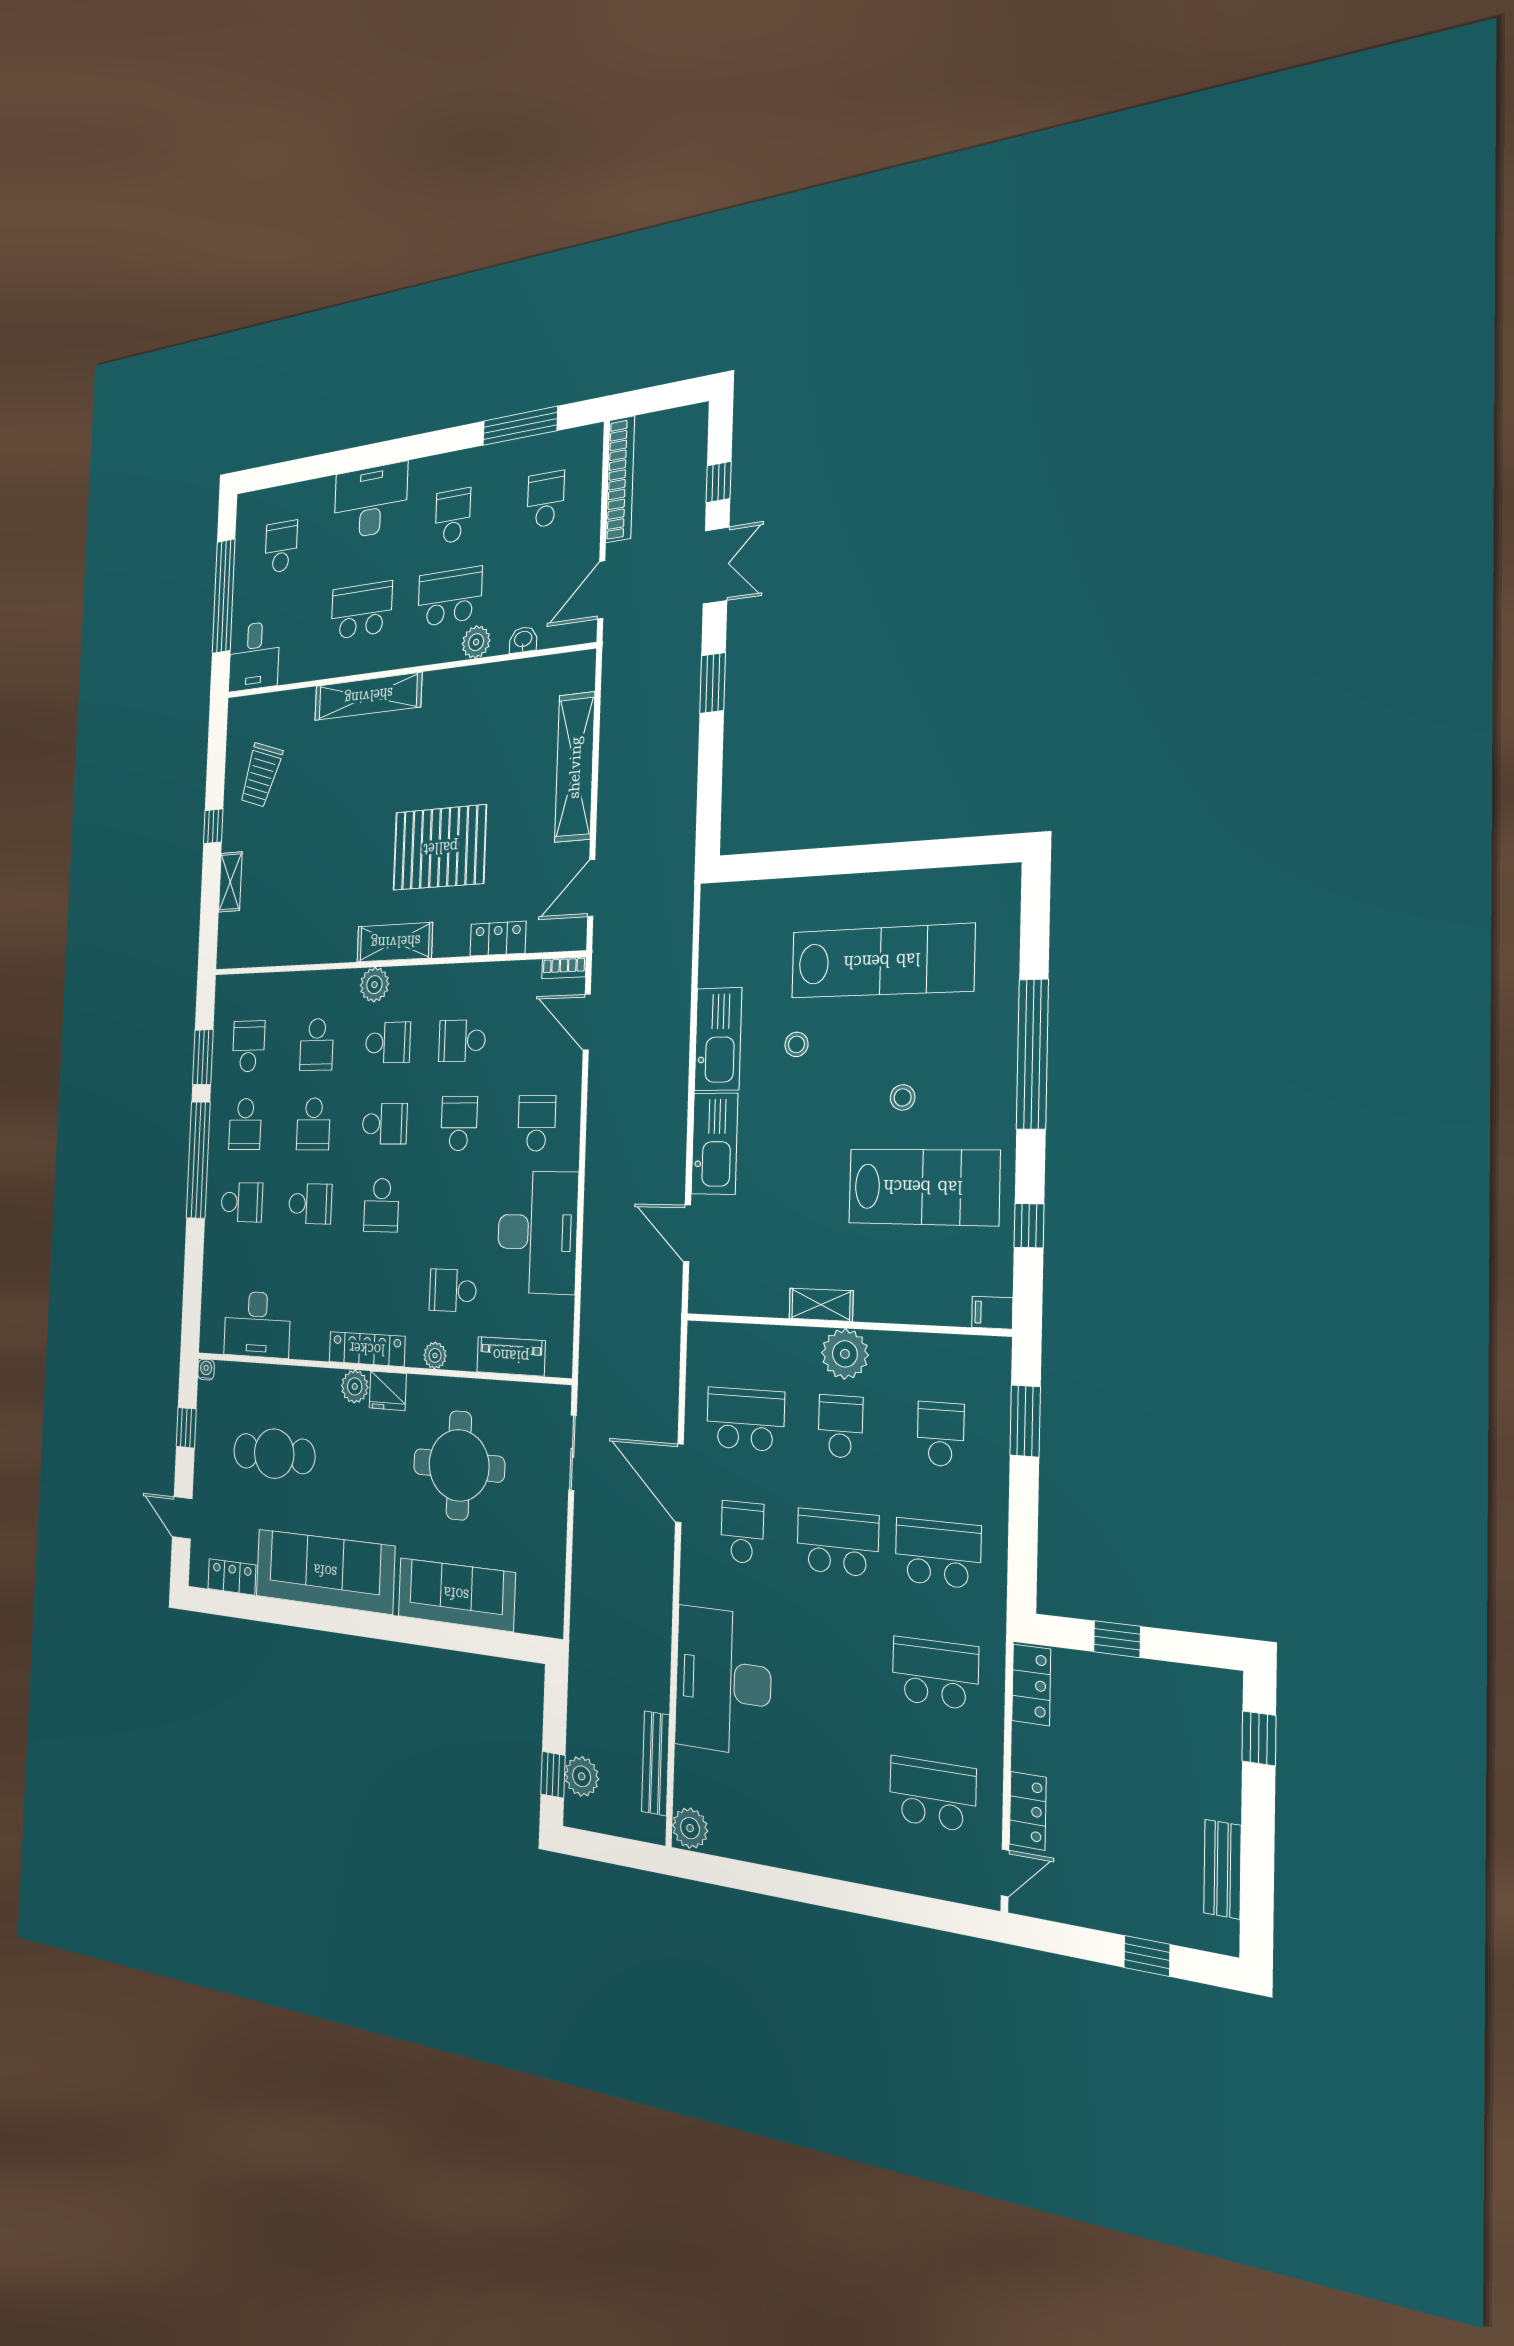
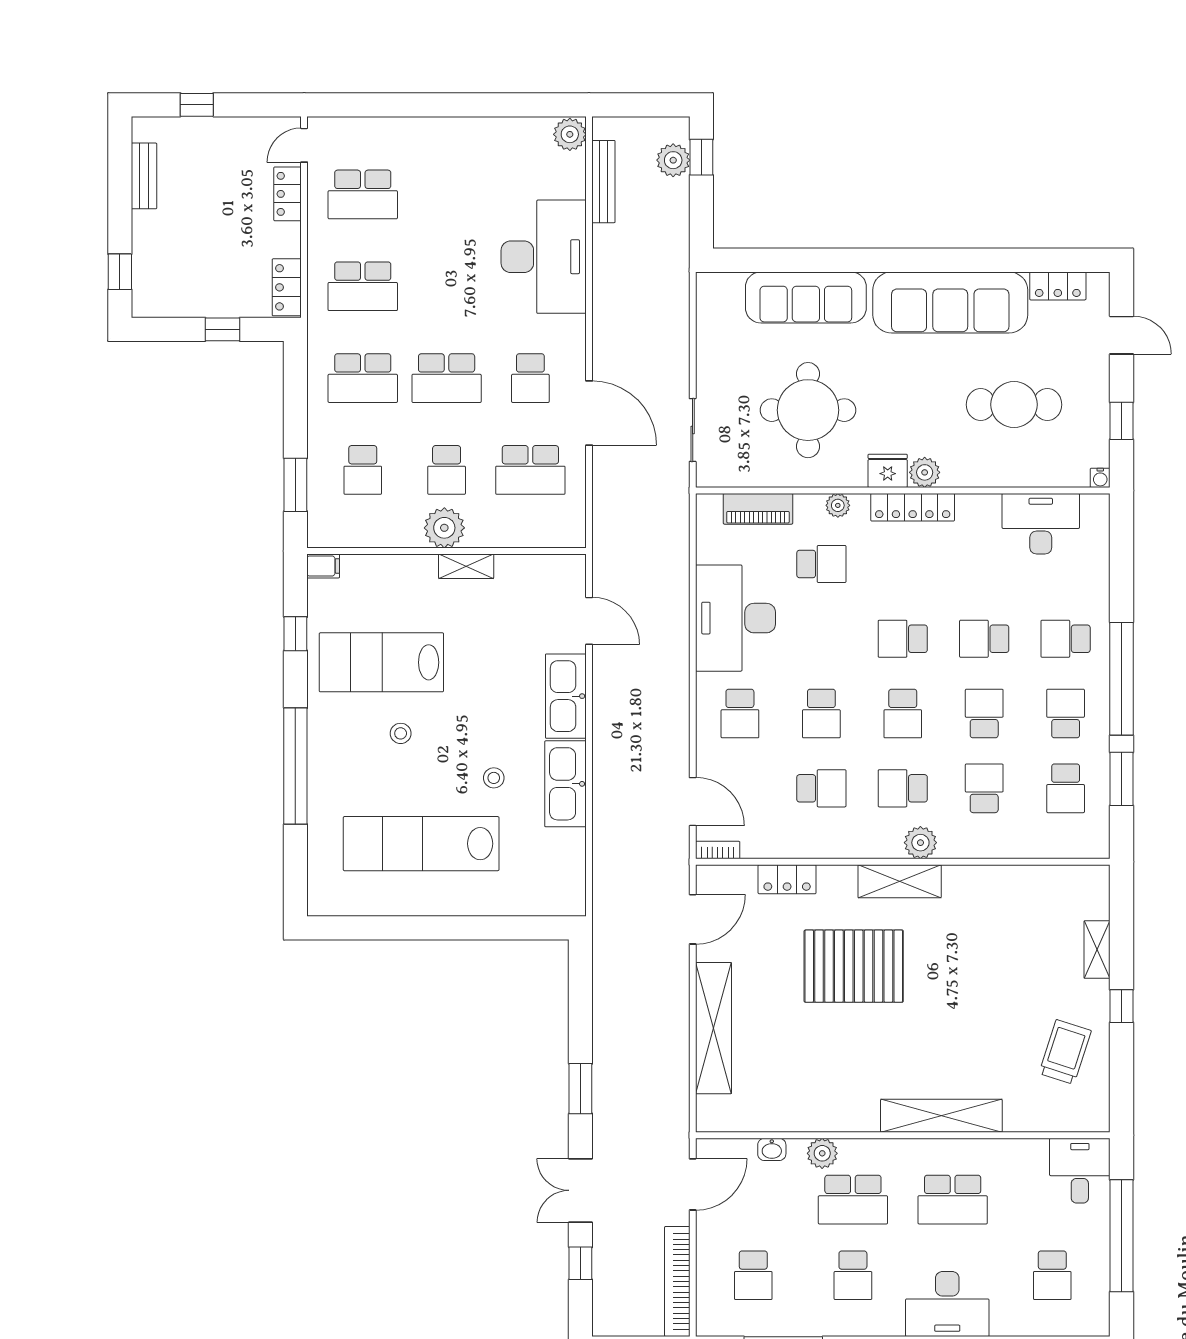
school desk: (385, 1124) -> (903, 714), turned -90
school desk: (381, 1205) -> (903, 639), turned -90

